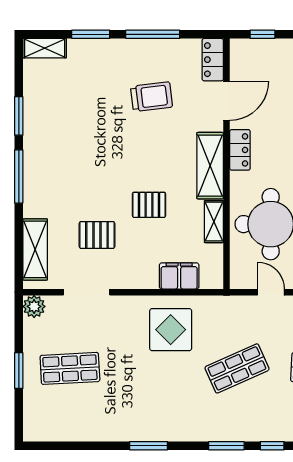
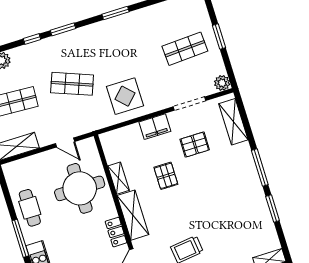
pallet: (149, 205) -> (166, 176), turned 90
filing cabinet: (179, 276) -> (155, 127), moved
shop shelf: (237, 368) -> (72, 84), turned 45

